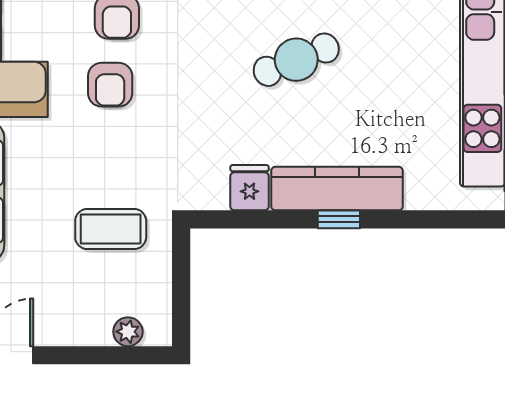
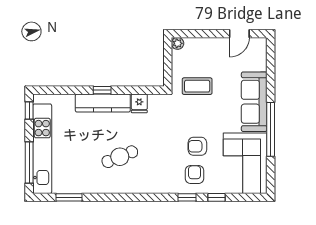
armchair: (110, 85) -> (197, 146), turned -90
plant: (128, 332) -> (178, 43), moved

